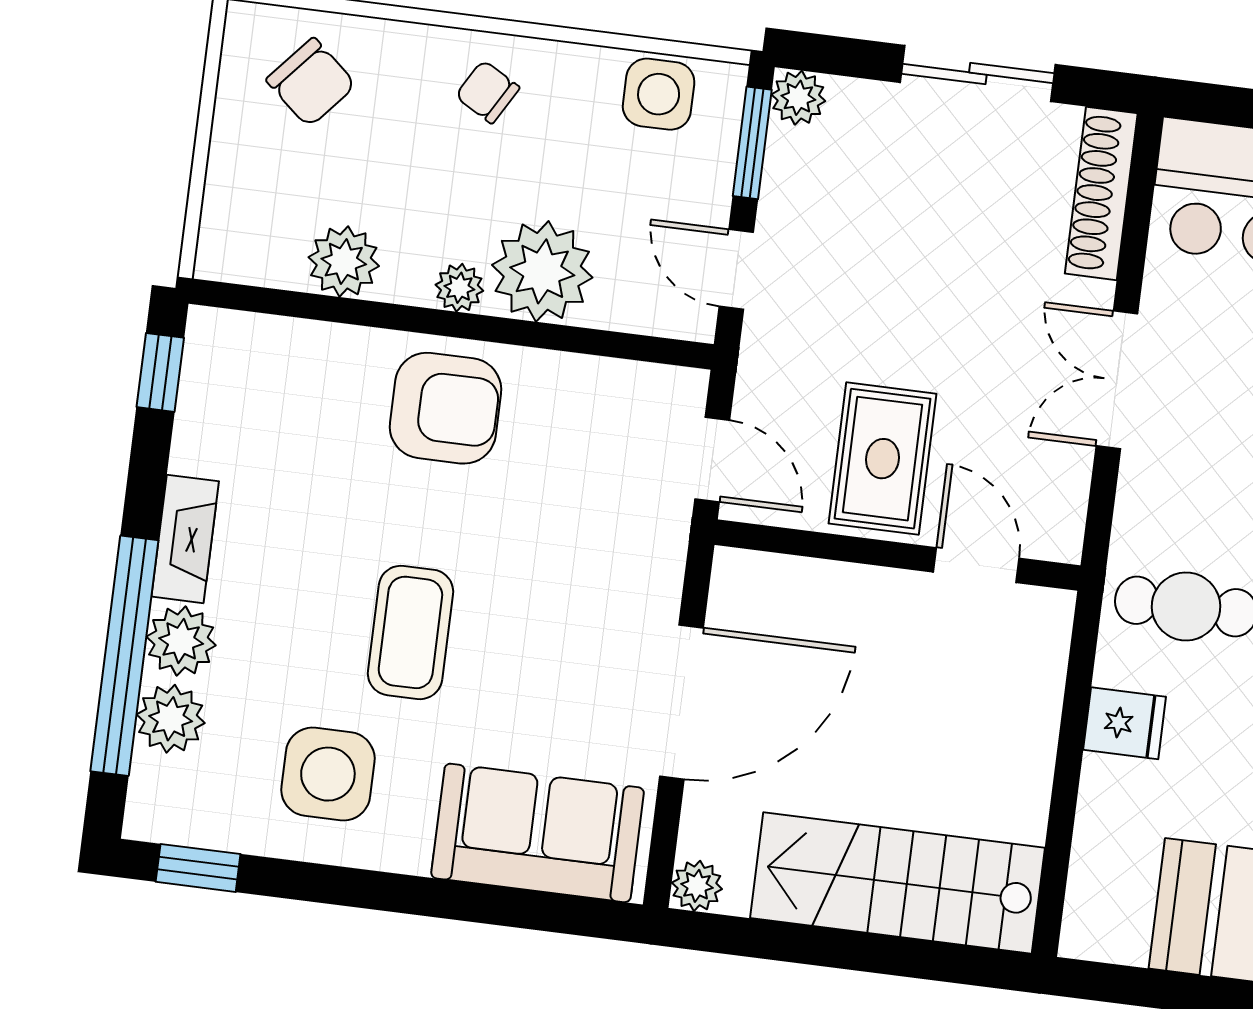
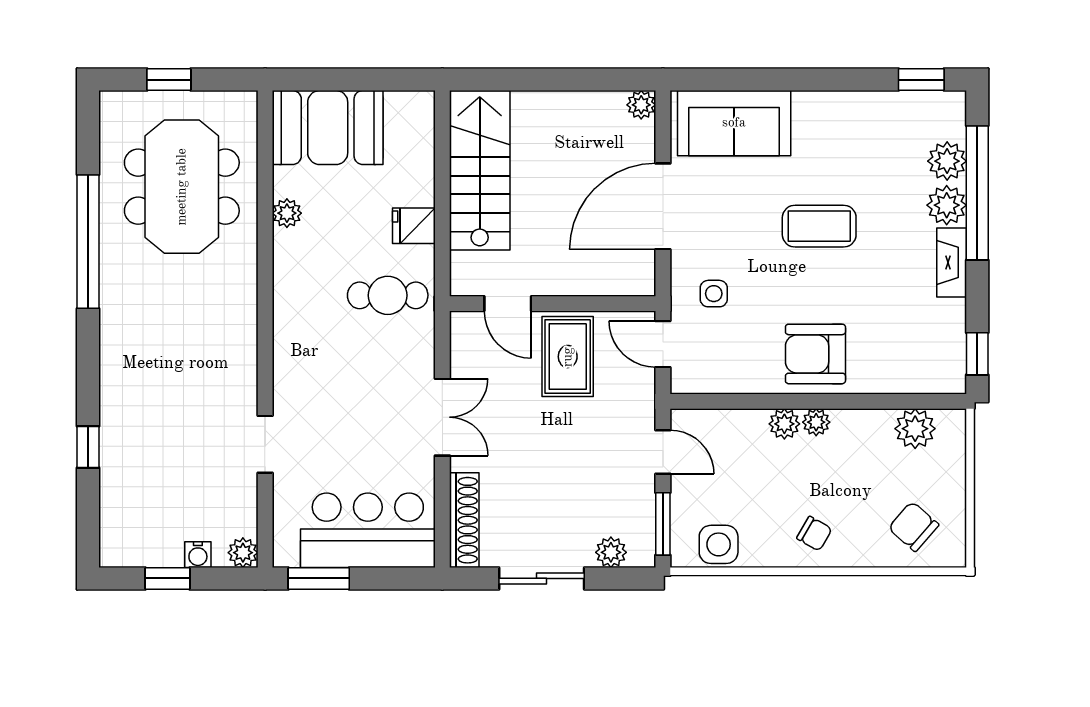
plant: (798, 98) -> (611, 552), moved
plant: (344, 262) -> (915, 429), moved
plant: (542, 271) -> (784, 424), width x0.53, depth x0.53
coffee table: (410, 632) -> (819, 226), turned 90
side table: (328, 774) -> (714, 294), moved, width x0.54, depth x0.54
stairs: (897, 883) -> (480, 170), moved, turned -90

